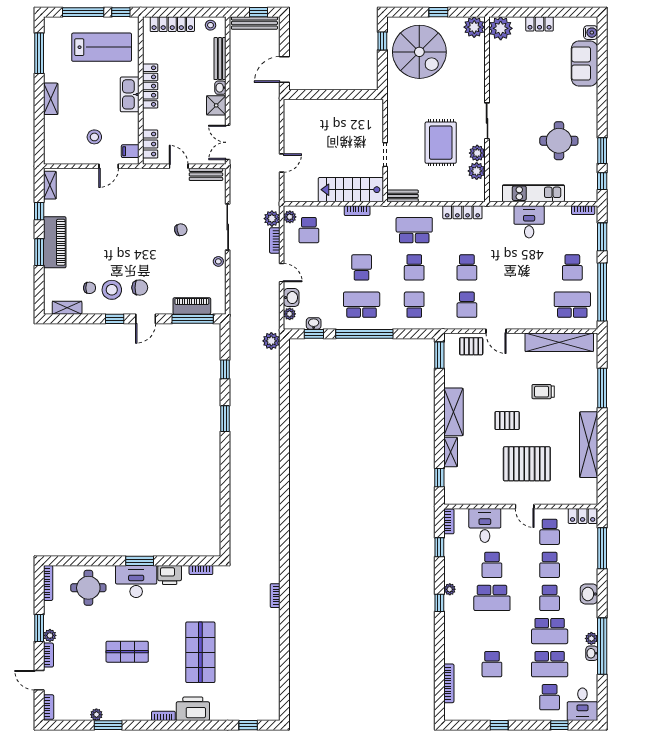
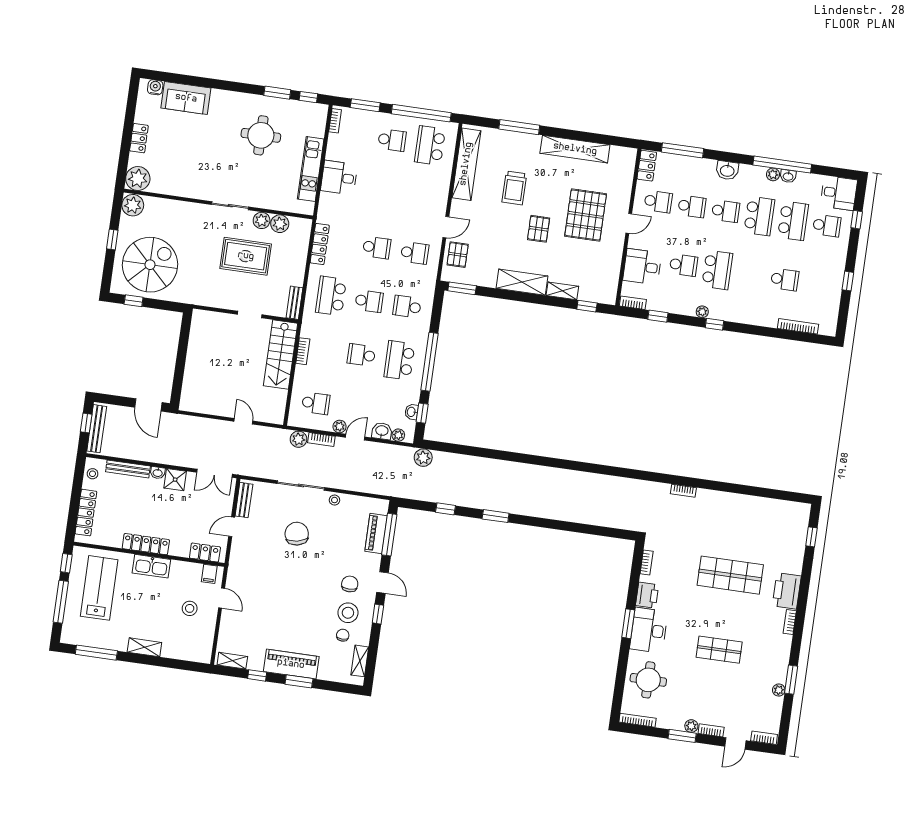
plant: (290, 217) -> (340, 426), moved
chair: (181, 230) -> (297, 534), width x1.87, depth x1.87
trolley: (543, 392) -> (514, 188), width x1.36, depth x1.39
shop shelf: (127, 652) -> (719, 650), turned 90

